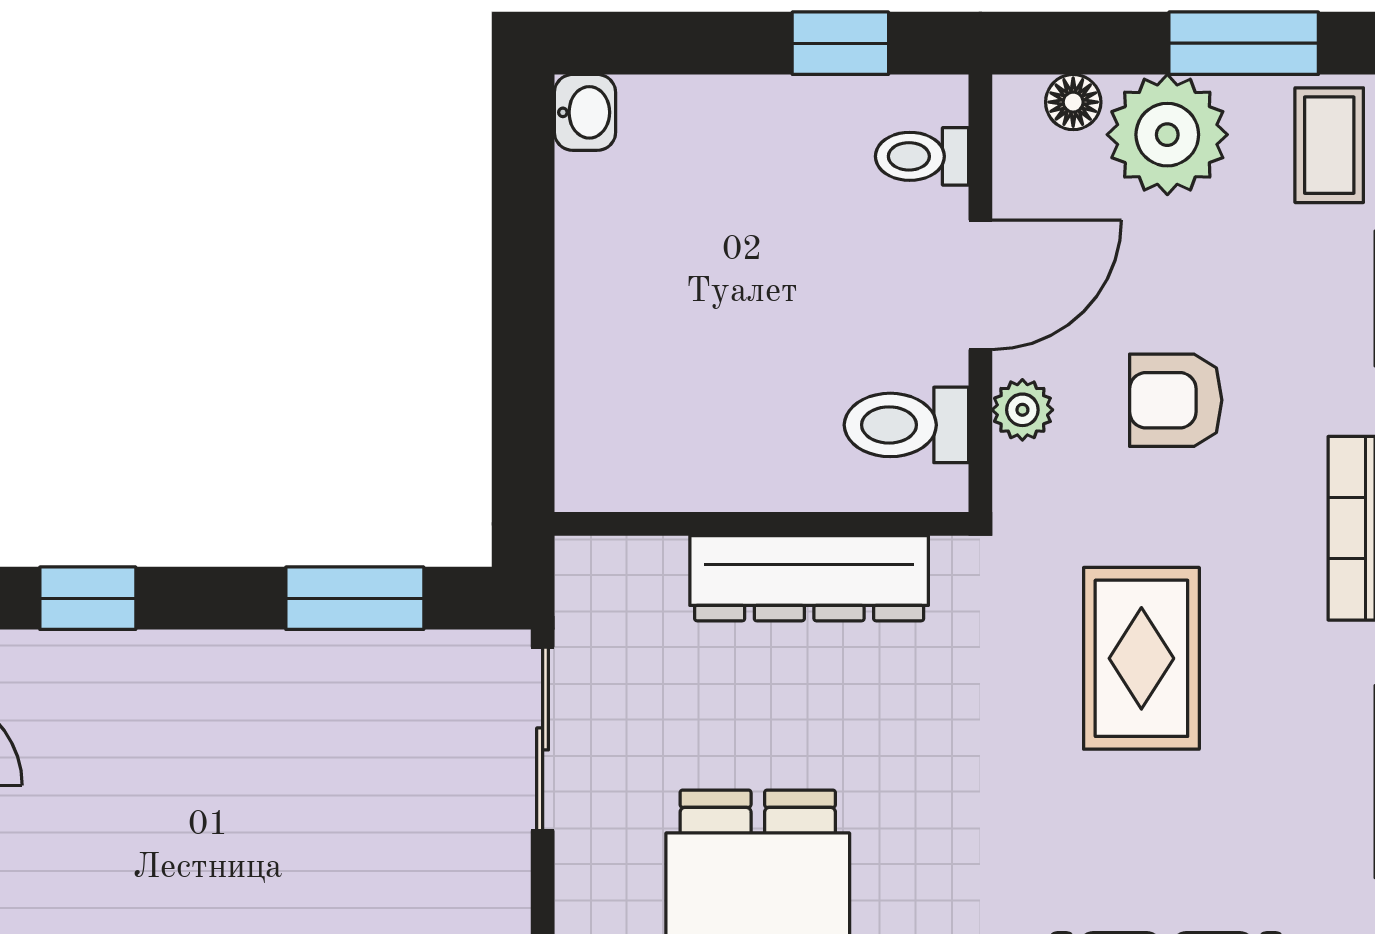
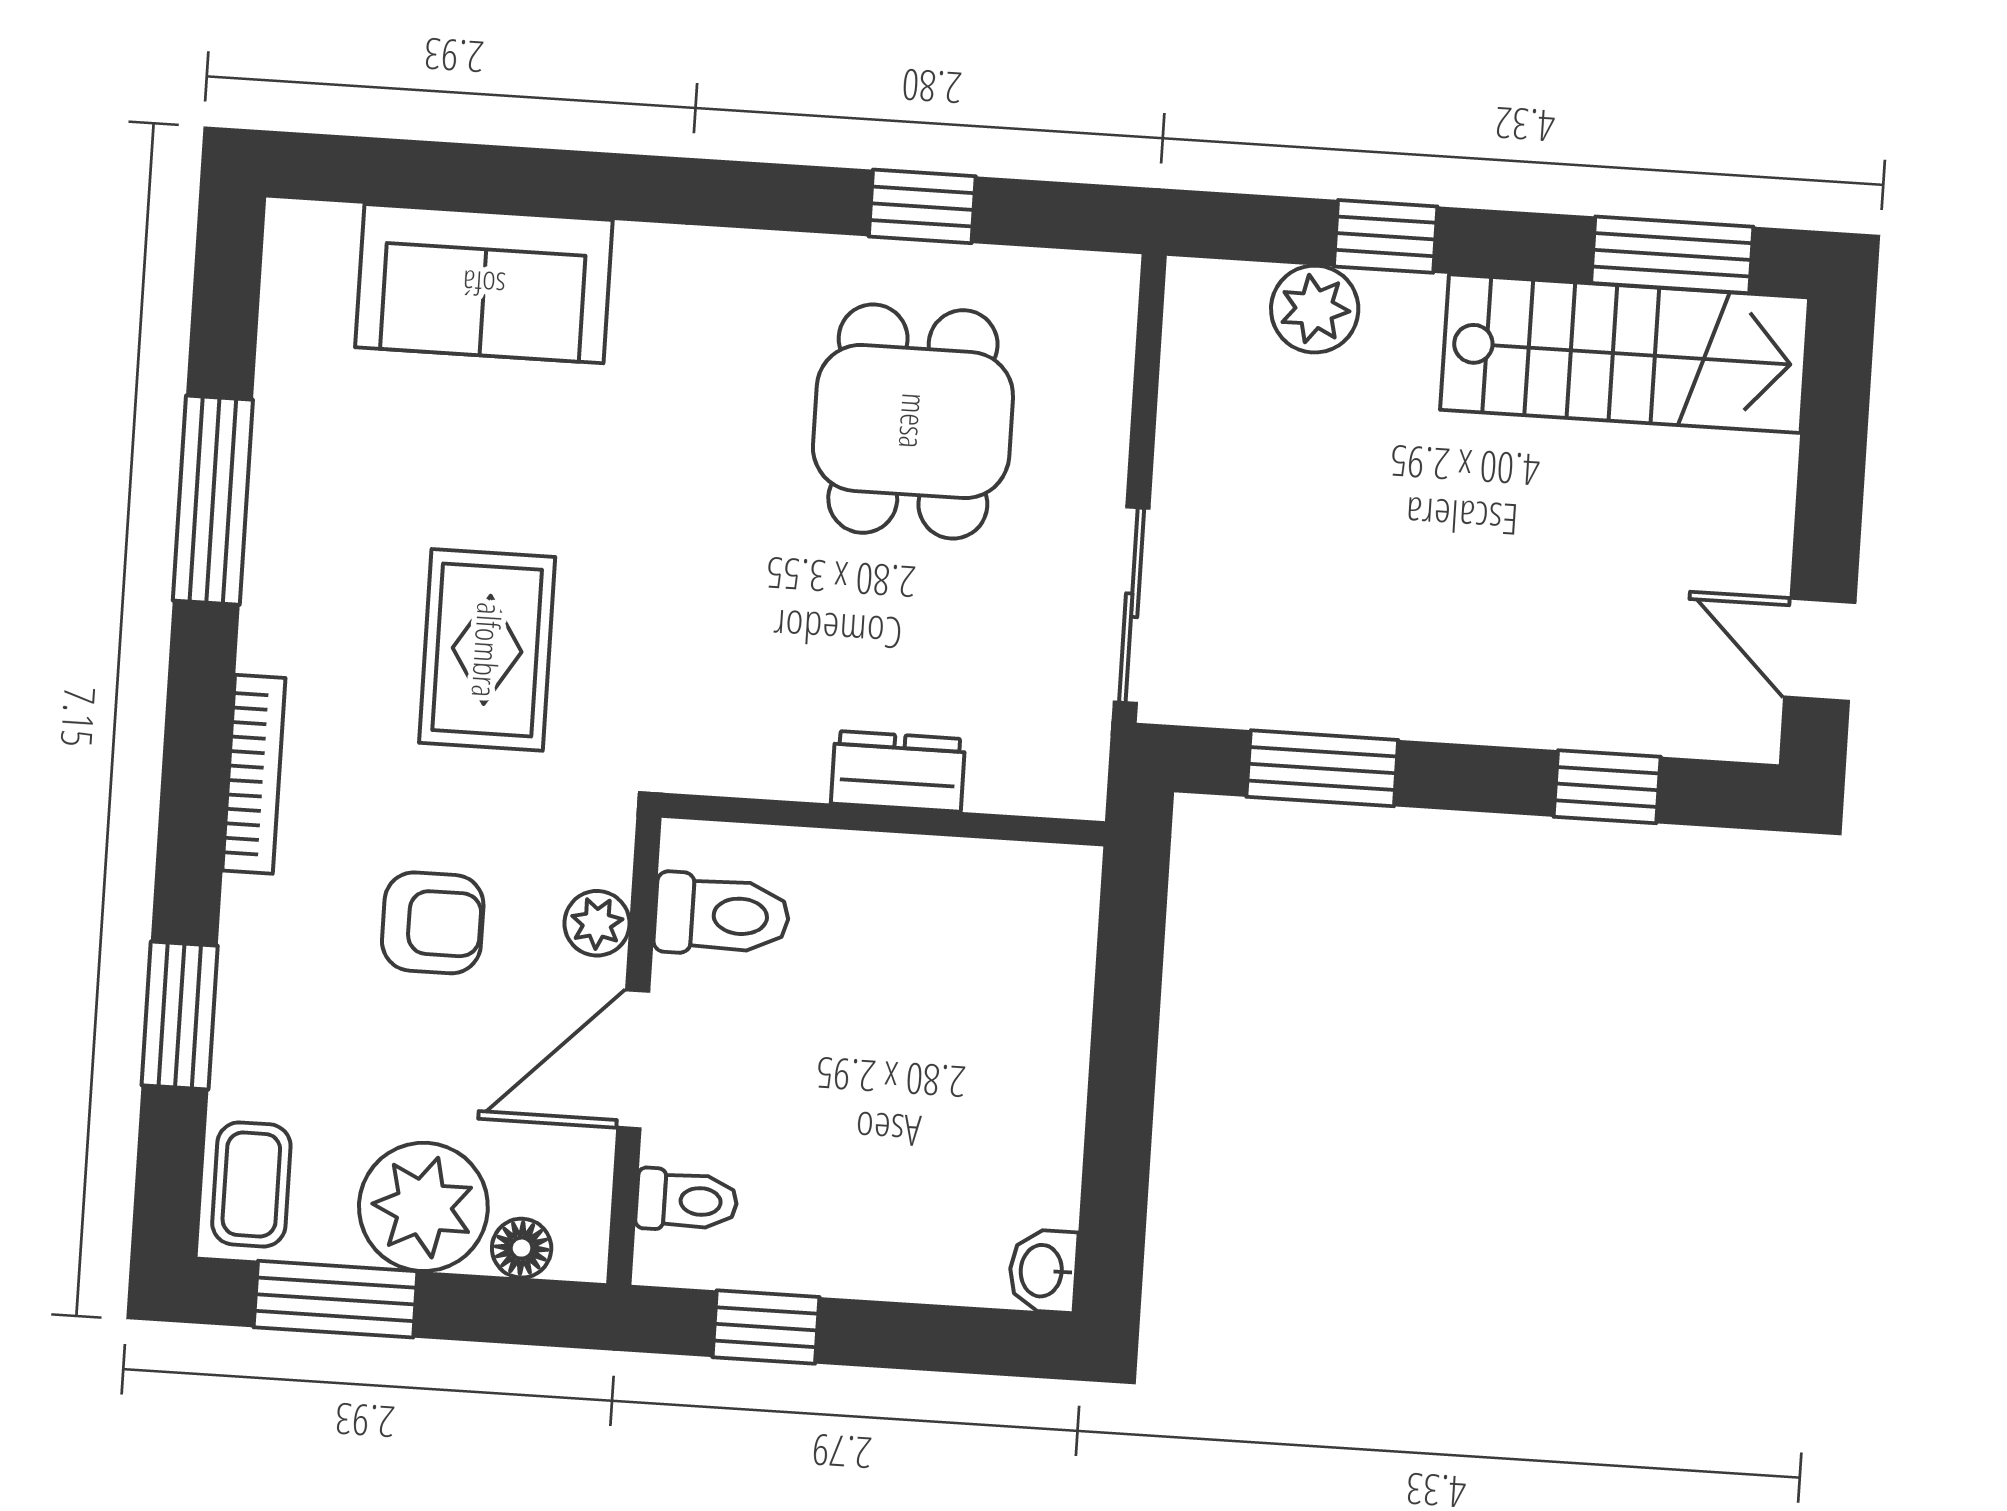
dresser: (809, 578) -> (898, 771), width x0.51, depth x0.80

